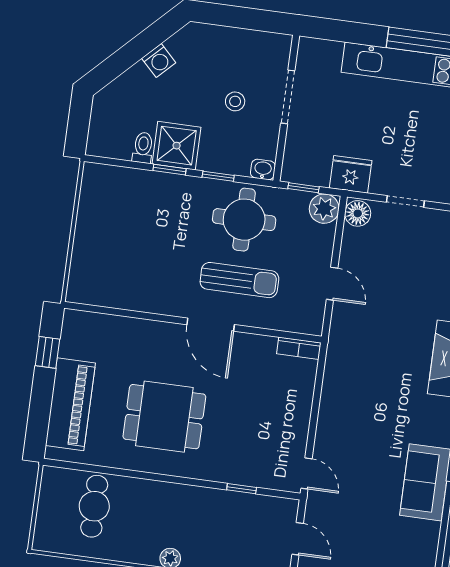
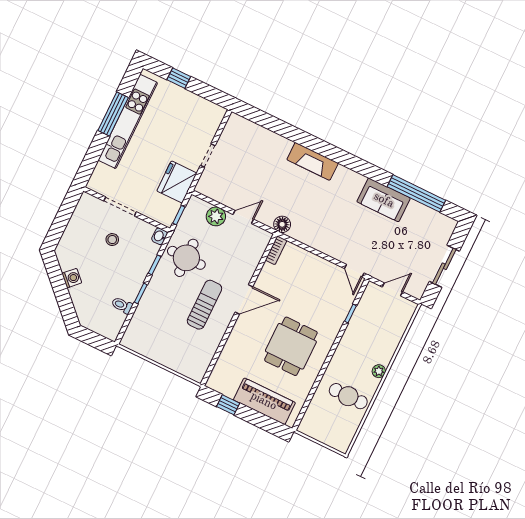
shower: (177, 146) -> (128, 284), removed
fridge: (351, 174) -> (177, 182), width x1.36, depth x1.34
plant: (324, 209) -> (216, 216), moved
floor lamp: (358, 213) -> (282, 224), moved
sun lounger: (239, 280) -> (204, 305), moved
door: (306, 473) -> (354, 271), swing flipped
cafe table: (94, 506) -> (348, 396), moved

